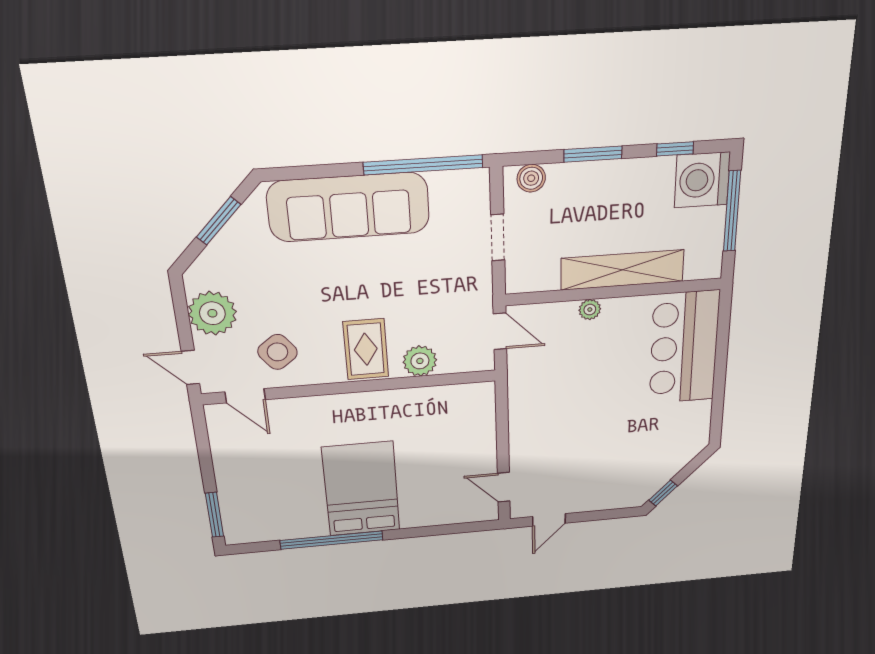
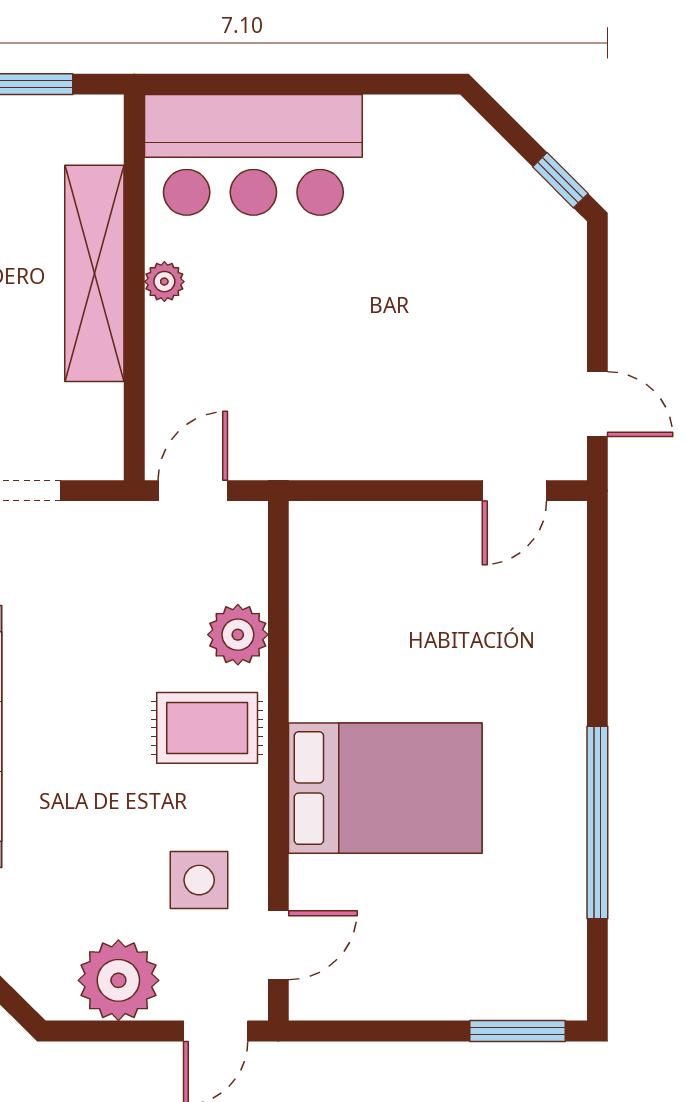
plant: (590, 310) -> (164, 282), moved
side table: (277, 352) -> (199, 880), turned 37
bed: (361, 489) -> (385, 788), moved, turned 180

